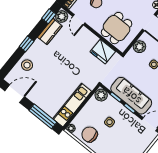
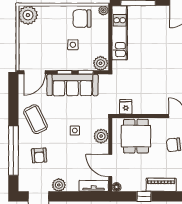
fridge: (103, 52) -> (126, 107), width x0.53, depth x0.75
chair: (90, 134) -> (82, 19), turned 180

